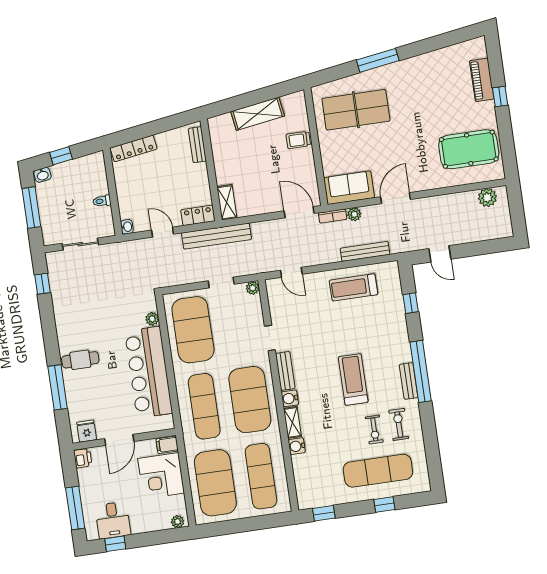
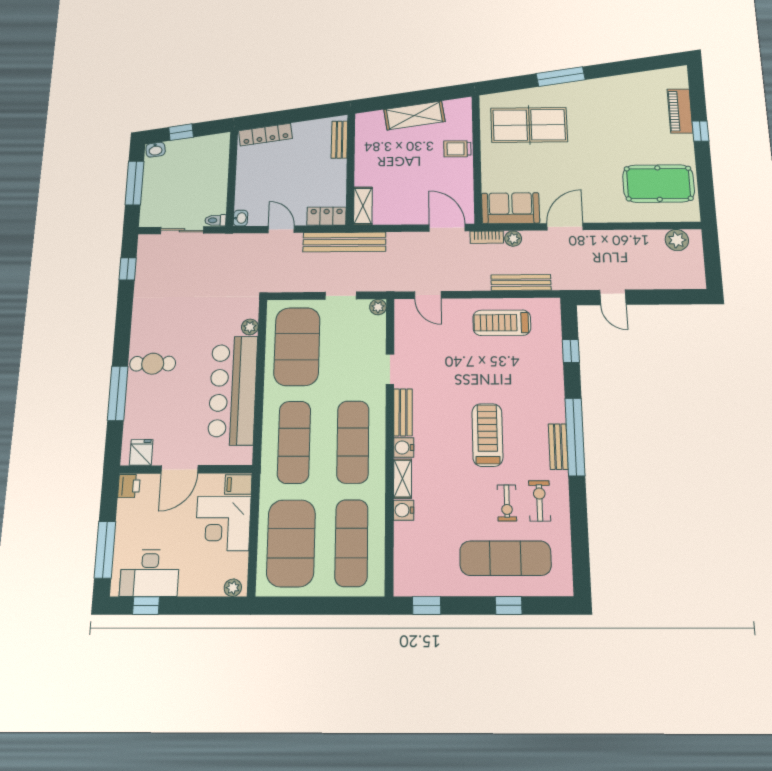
toilet: (102, 201) -> (215, 220), moved
exercise mat: (250, 400) -> (353, 442), width x0.68
desk: (113, 520) -> (150, 573), width x1.37

